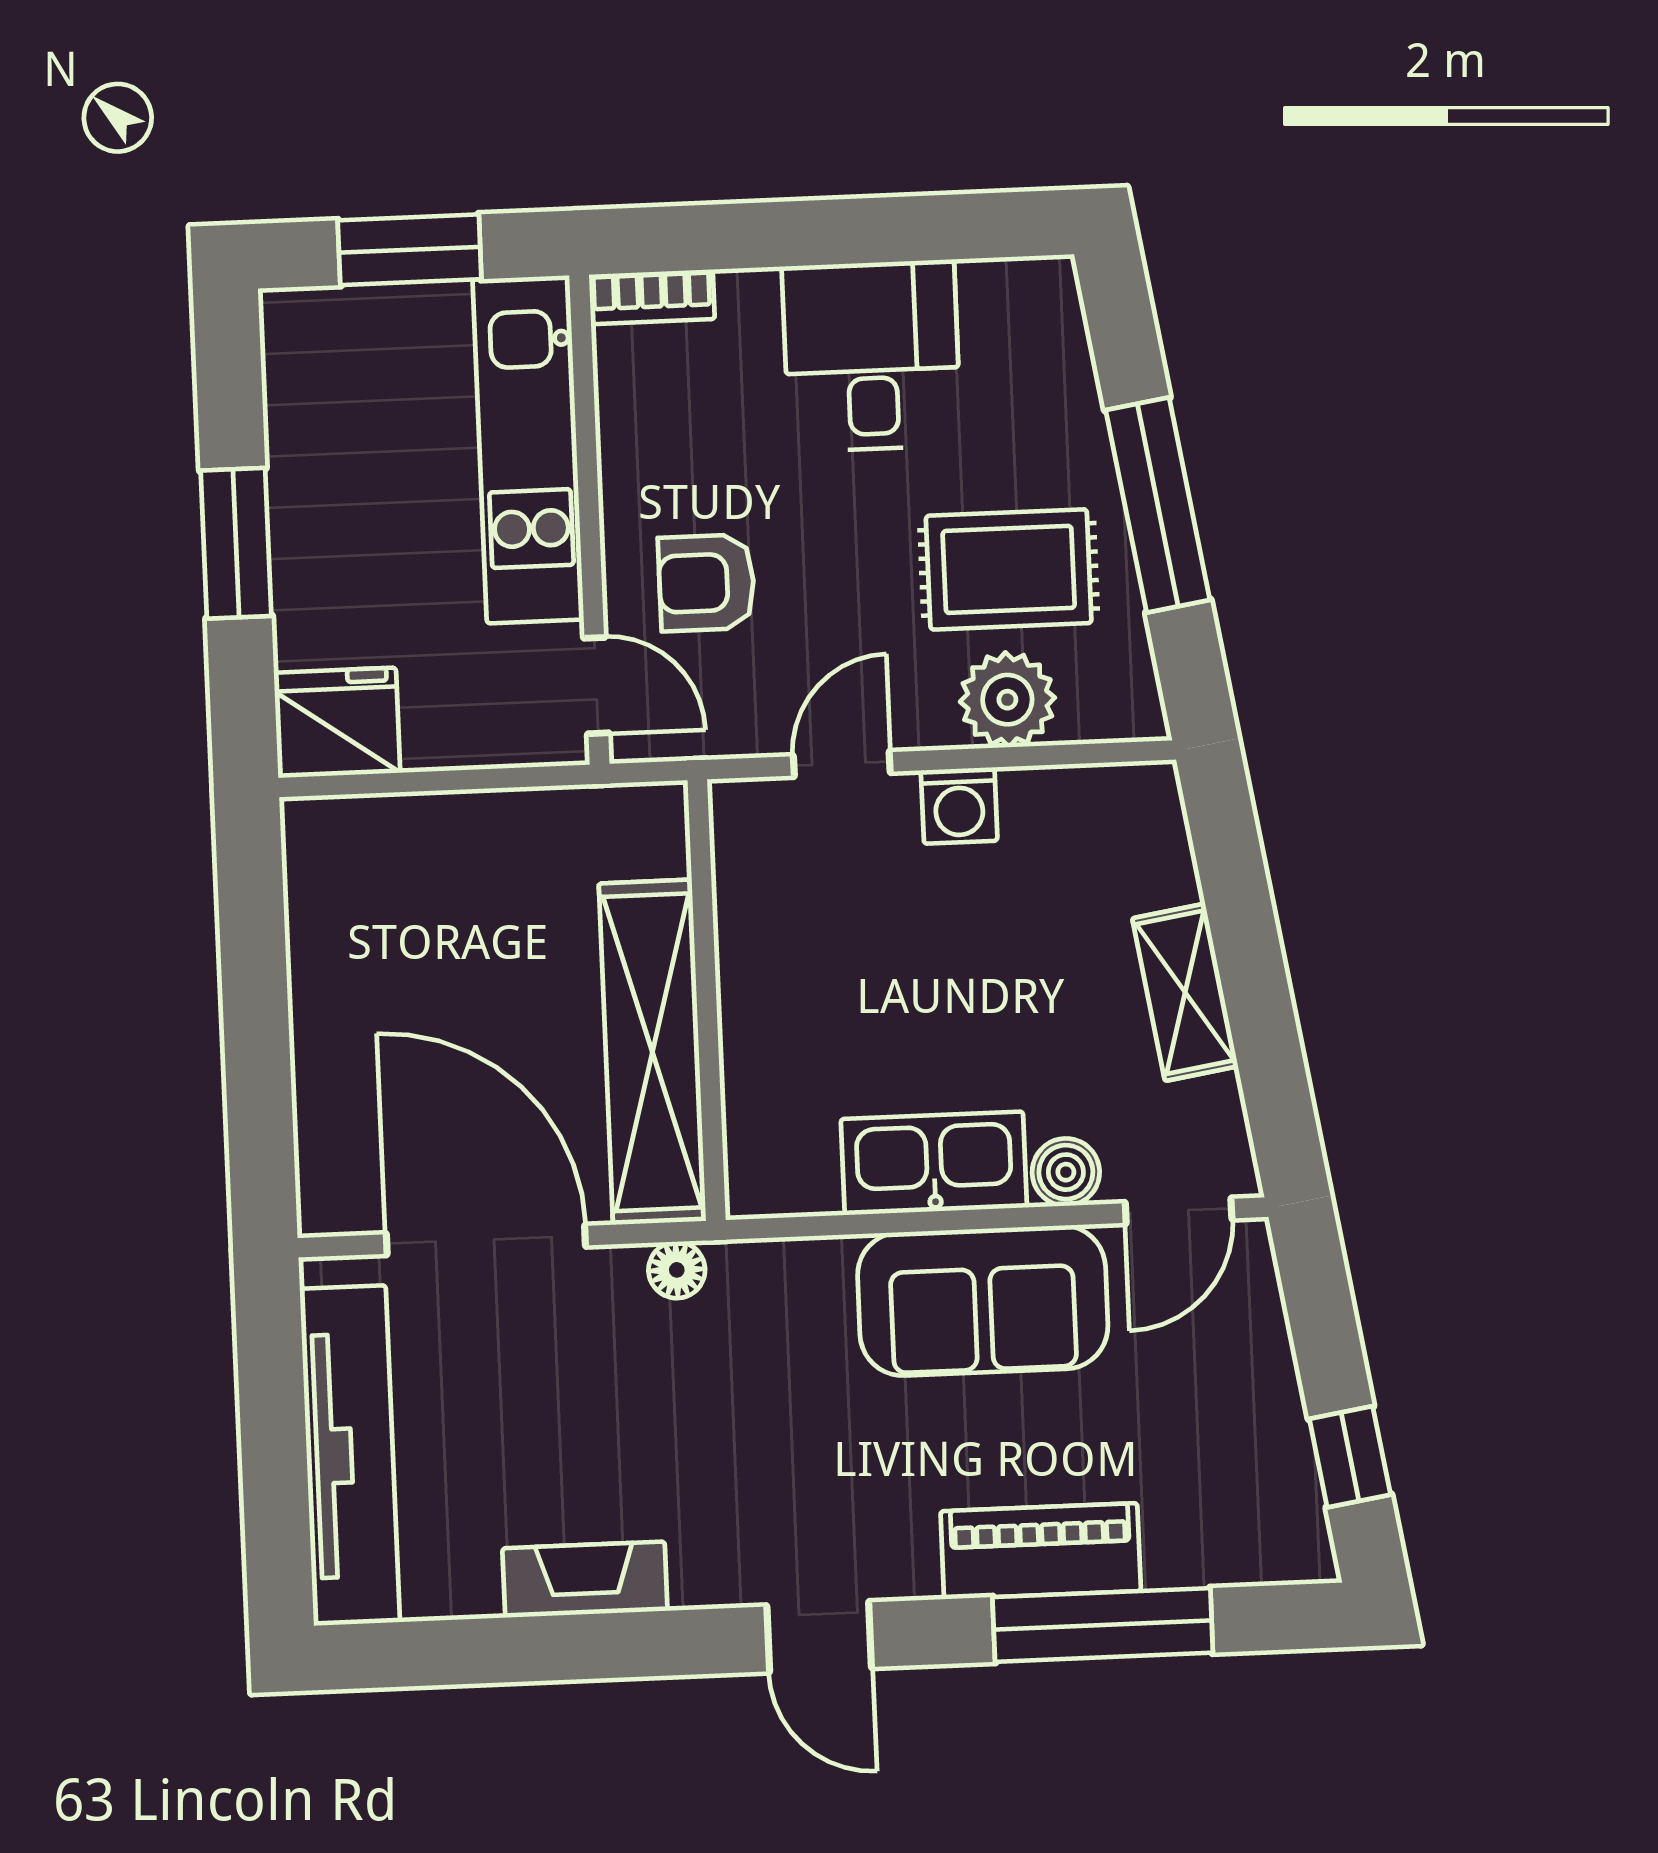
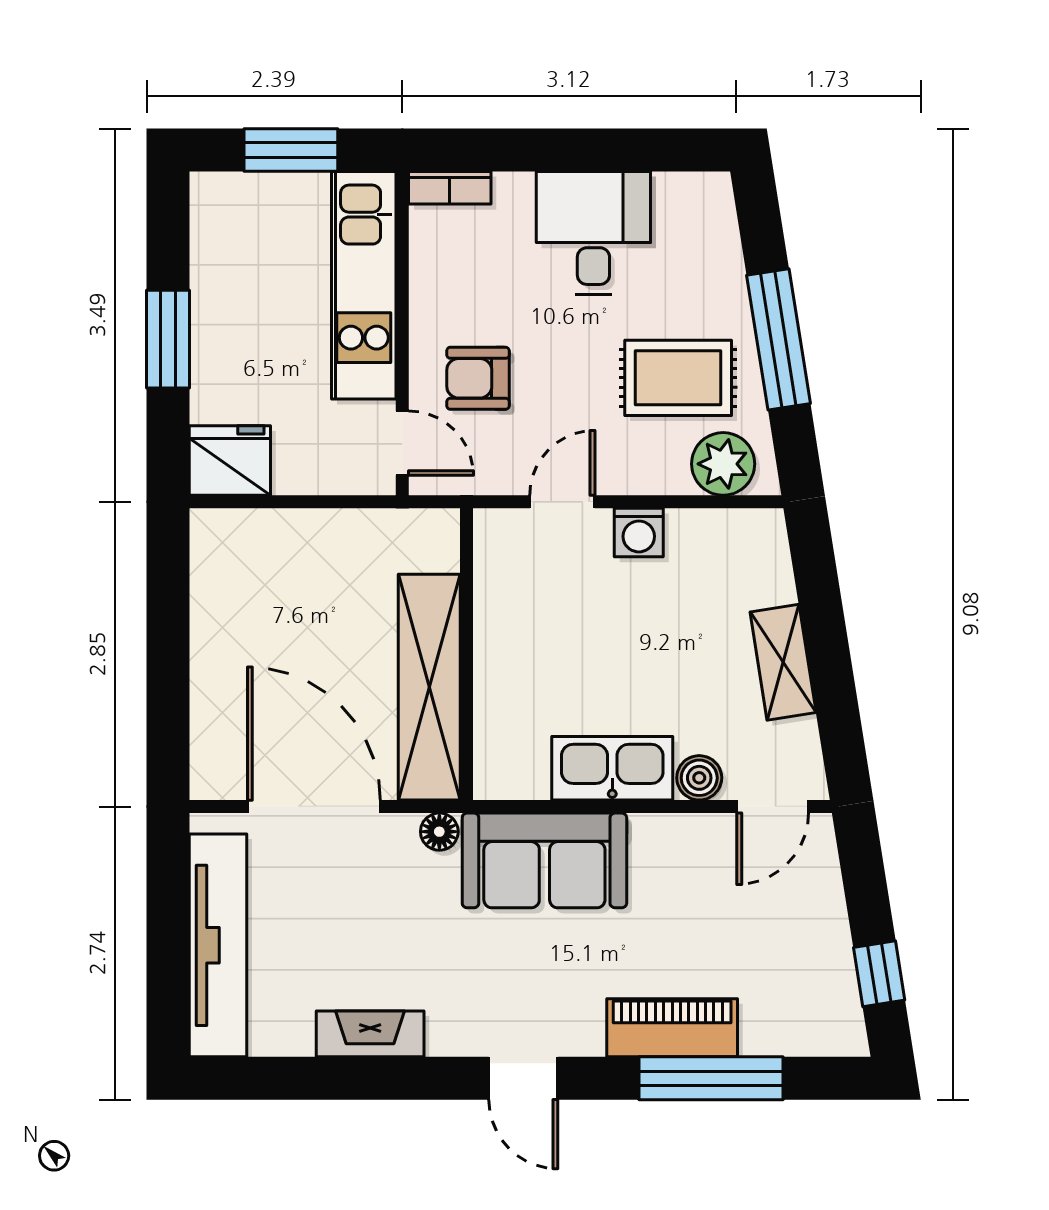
plant: (1007, 700) -> (723, 464), moved
sofa: (983, 1301) -> (544, 860), moved

